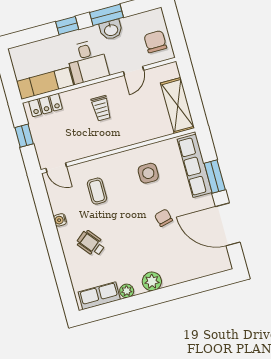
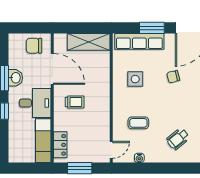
door: (133, 71) -> (52, 69), width x1.87
window: (24, 136) -> (80, 168), width x1.50
water cooler: (60, 220) -> (139, 158), moved

